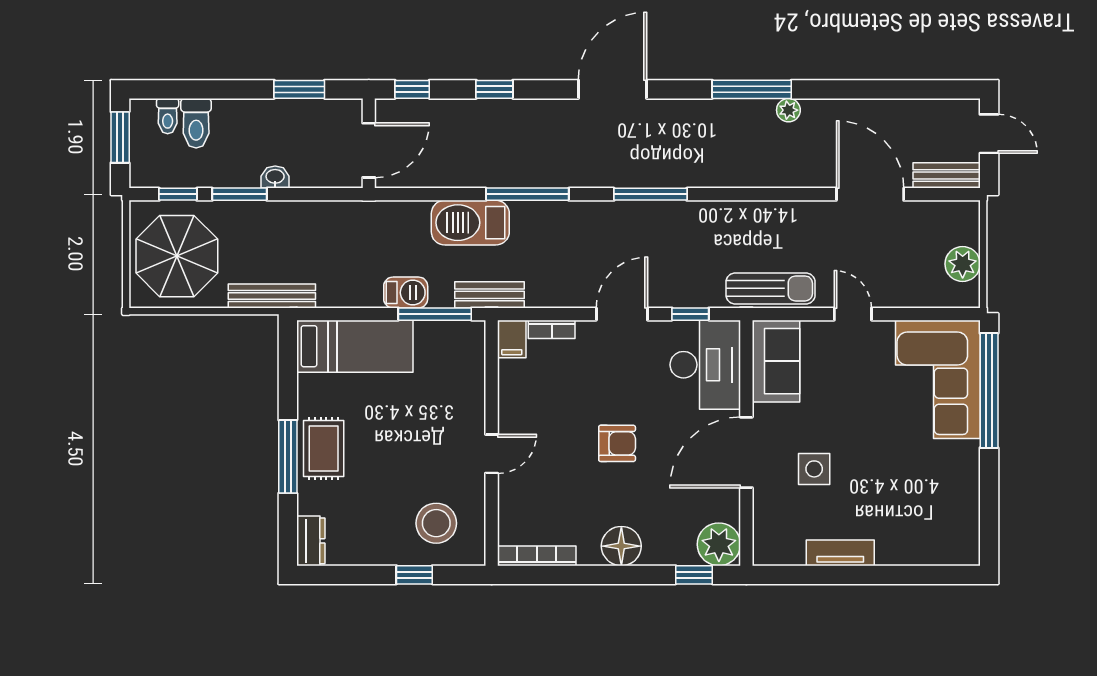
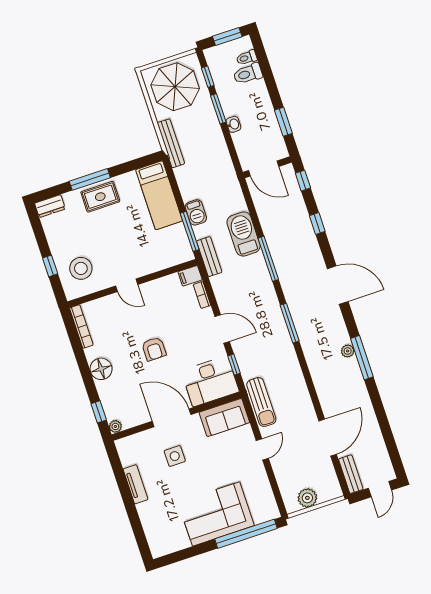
plant: (788, 110) -> (348, 351), moved
corner sofa: (938, 379) -> (216, 514), moved
plant: (719, 544) -> (115, 426), width x0.53, depth x0.53

